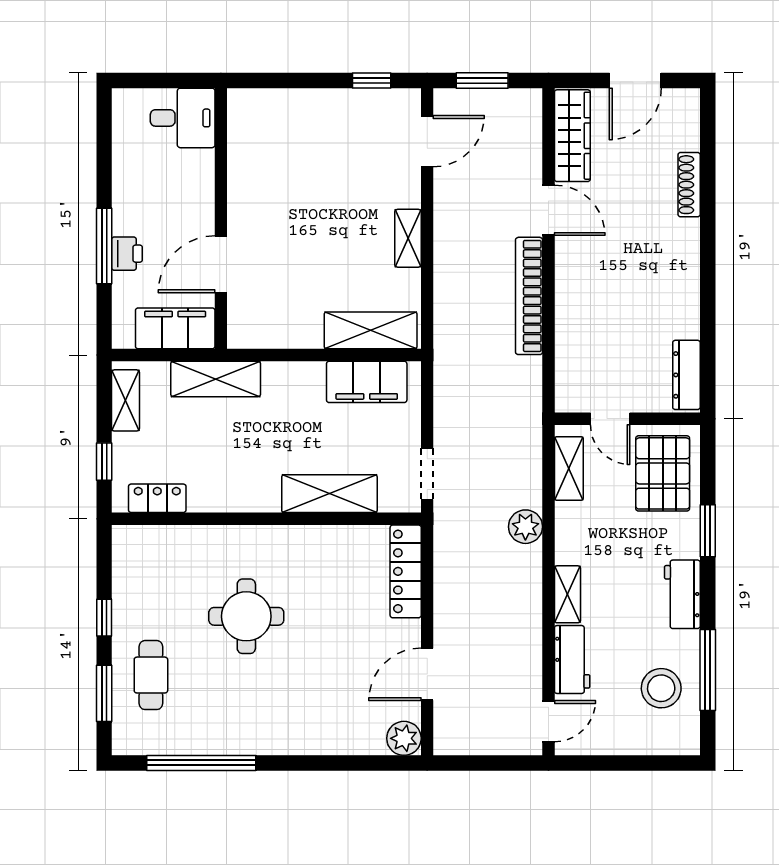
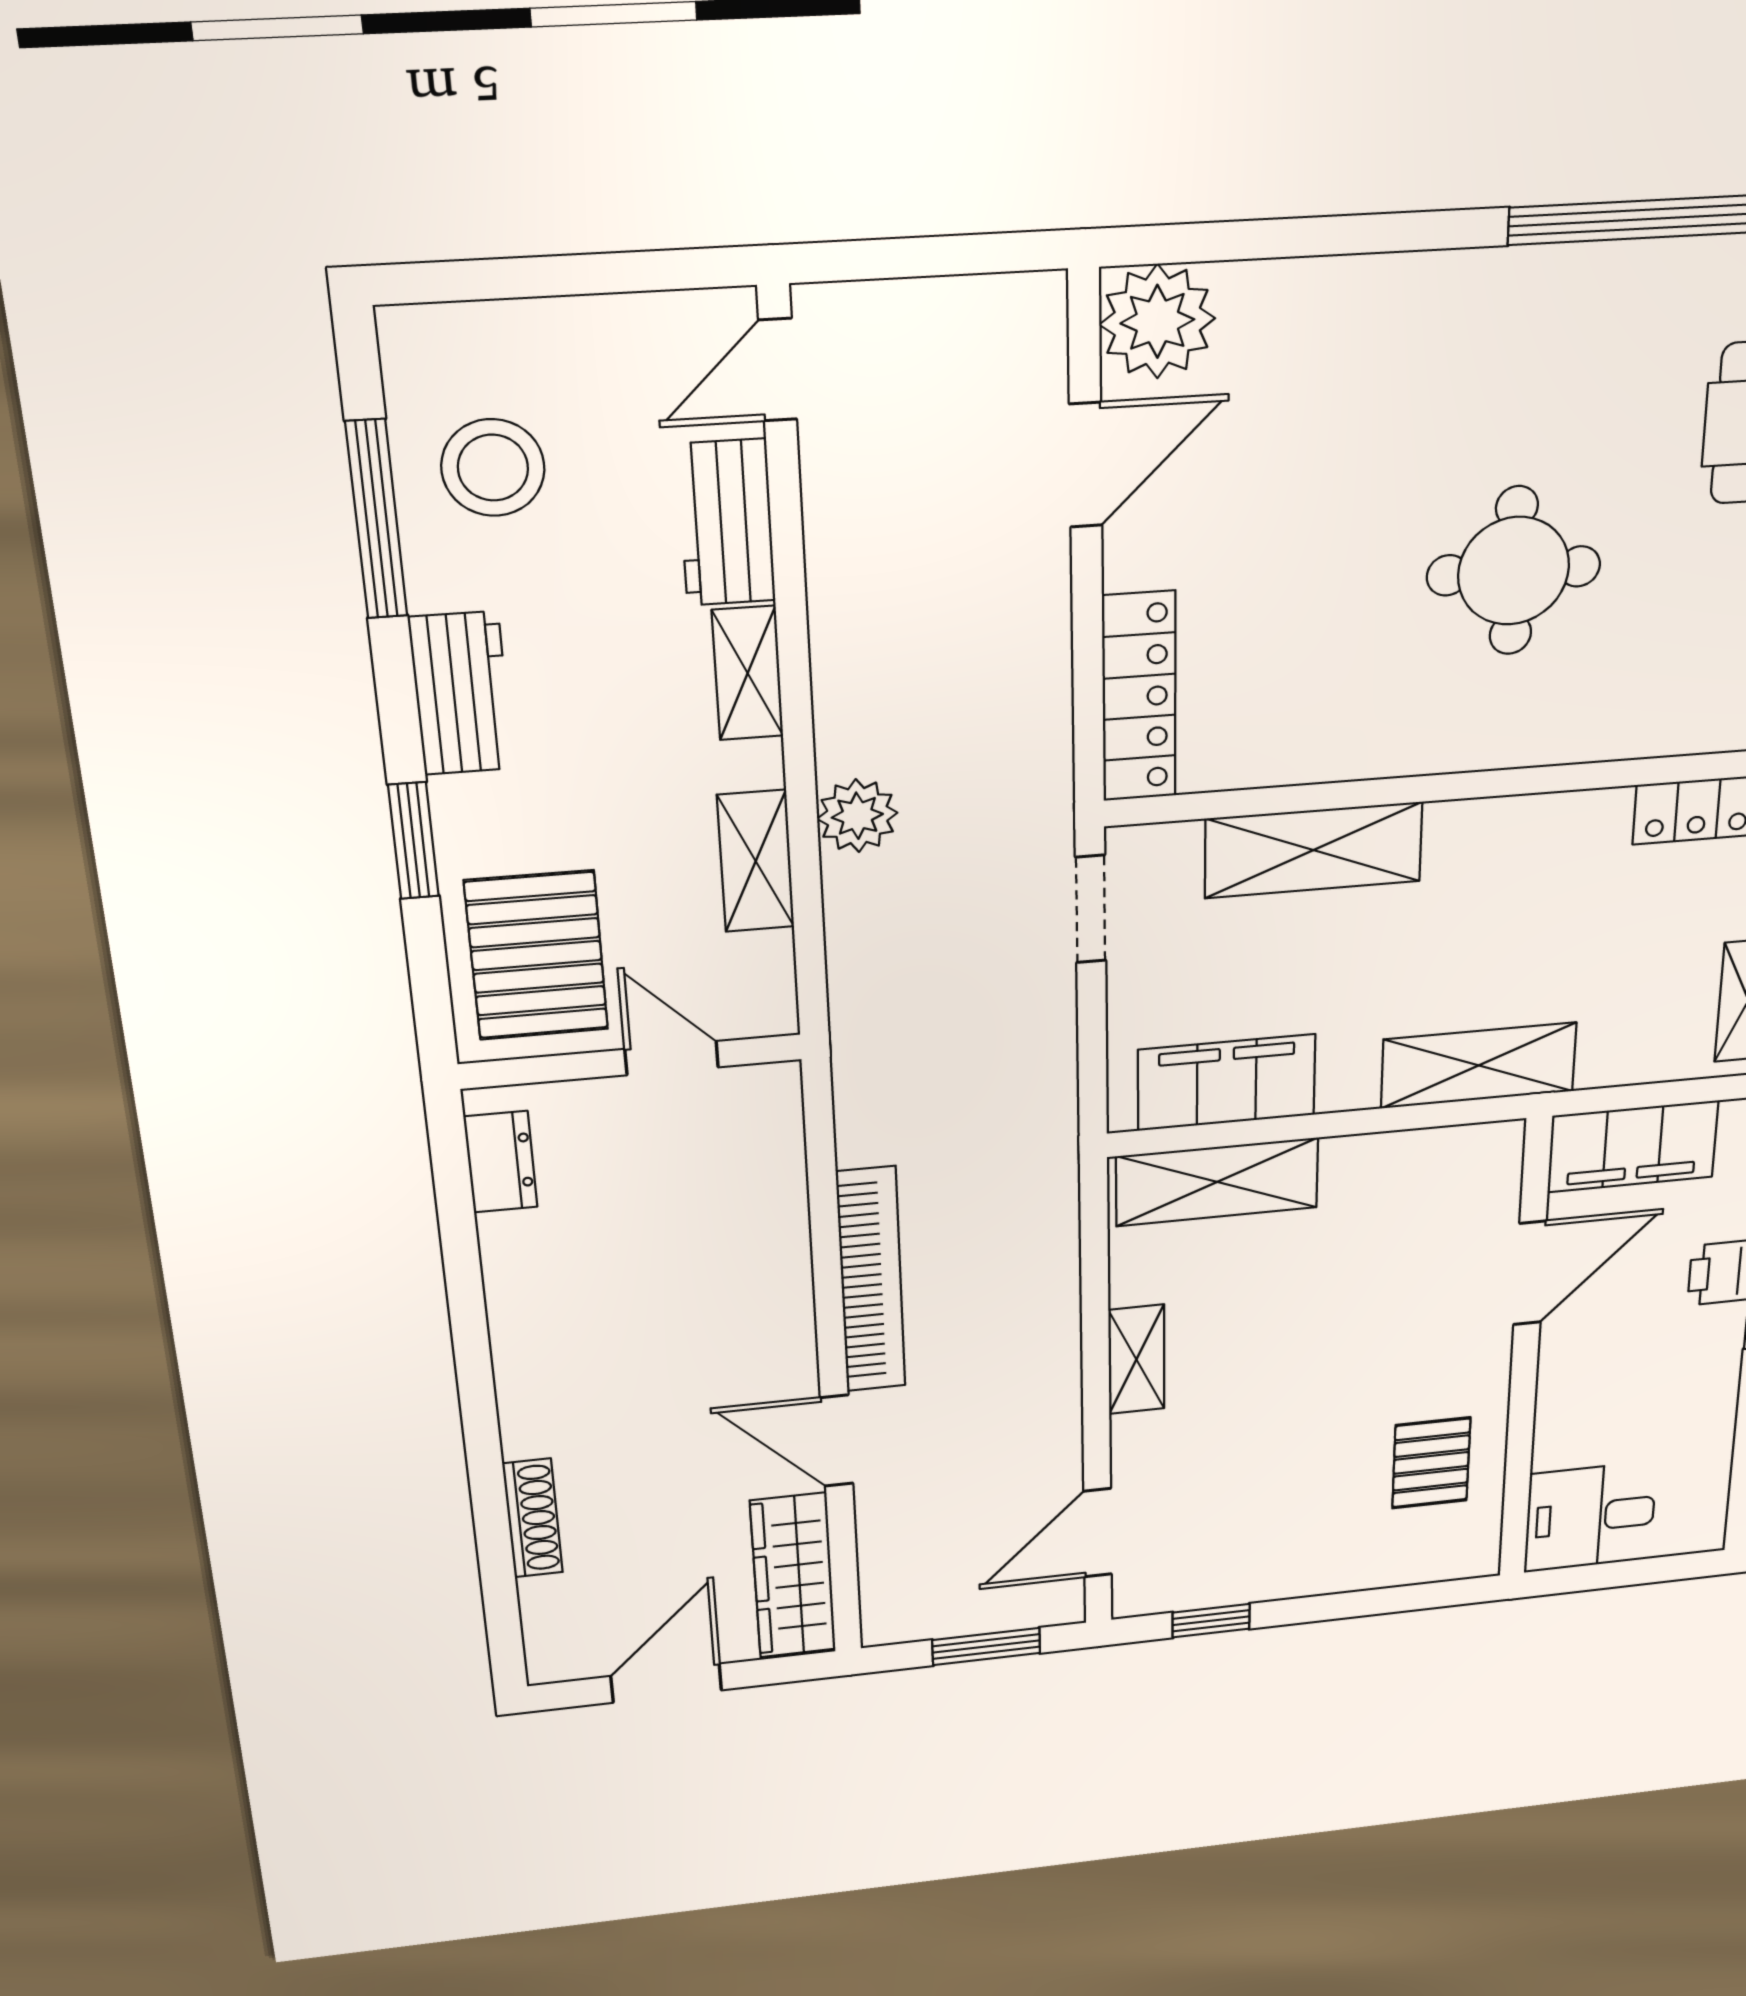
pallet: (264, 161) -> (1431, 1463), added
dresser: (686, 375) -> (501, 1162), width x0.70
shelving: (216, 379) -> (1479, 1065), moved
shelving: (569, 468) -> (756, 861), moved
plant: (404, 738) -> (1157, 321), width x1.36, depth x1.36

